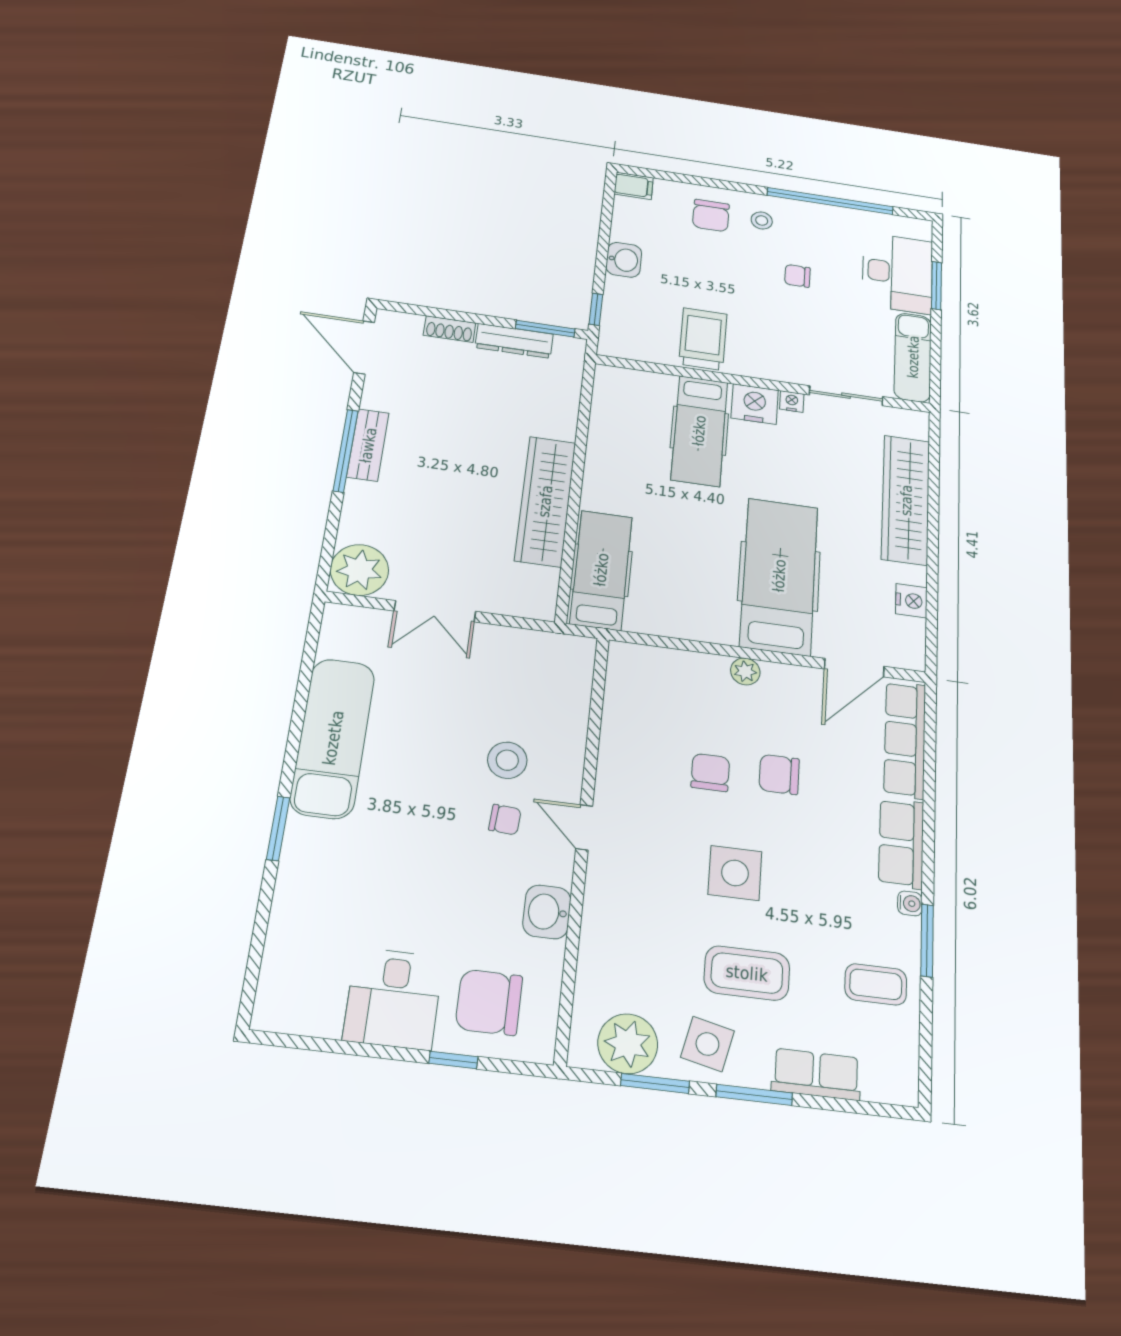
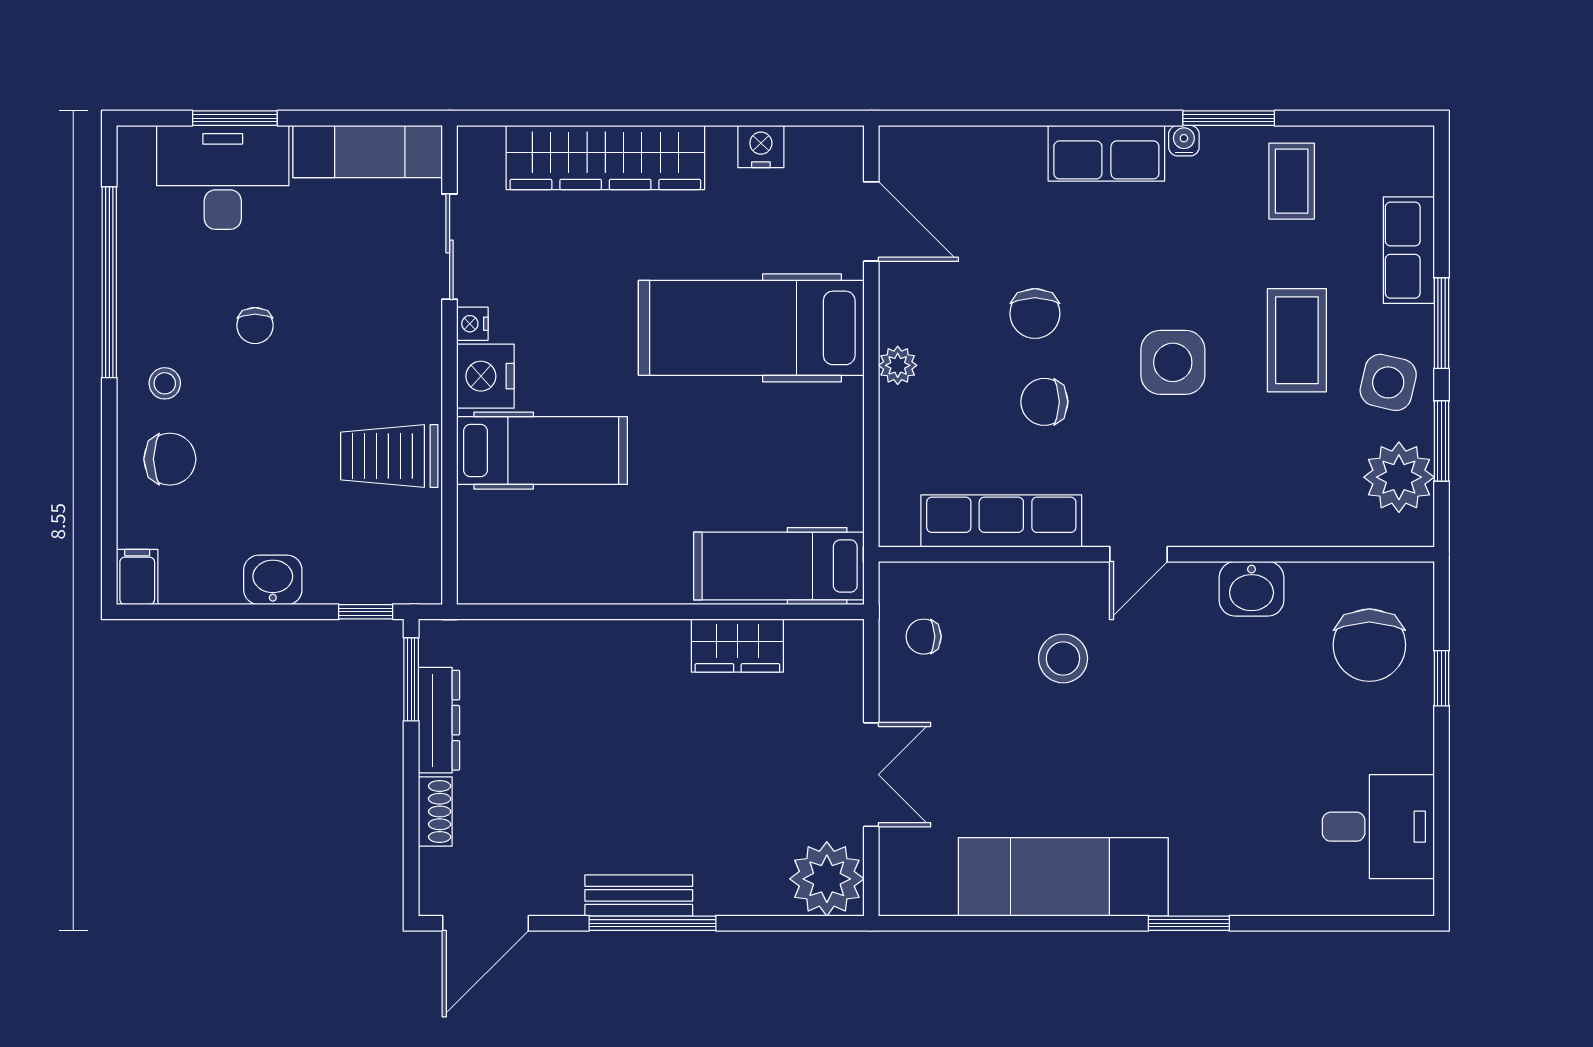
wardrobe: (545, 501) -> (737, 646), width x0.48, depth x0.85
row of seats: (905, 739) -> (1001, 521), moved, turned 180
chair: (505, 820) -> (924, 637), moved, turned -94
desk: (393, 998) -> (1378, 827), moved

